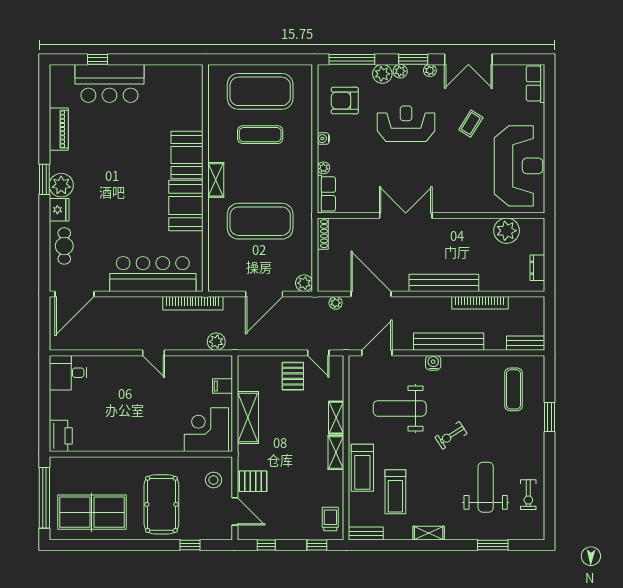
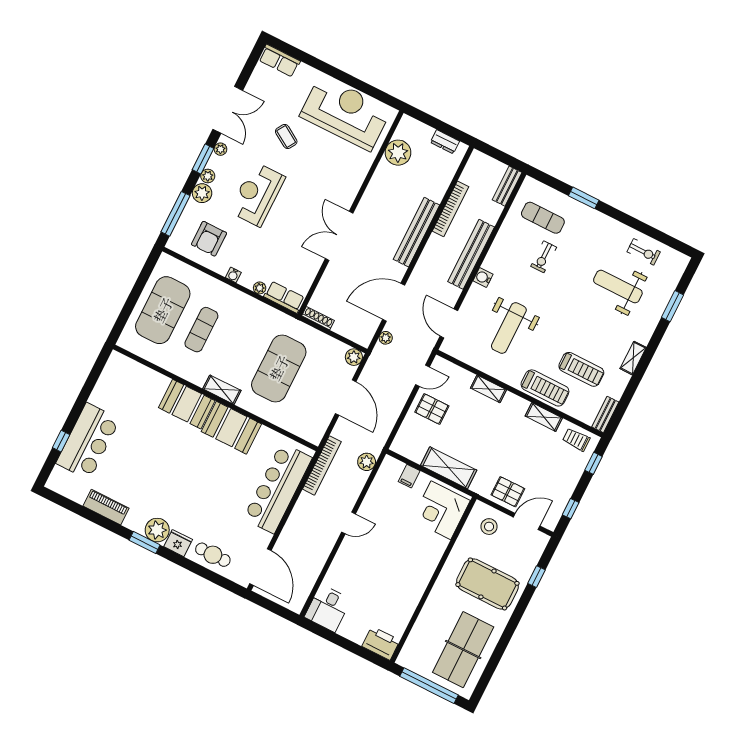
exercise bike: (451, 435) -> (544, 257), moved, turned 33
shelving: (336, 453) -> (544, 417), moved
pallet: (253, 481) -> (508, 492), turned 90

